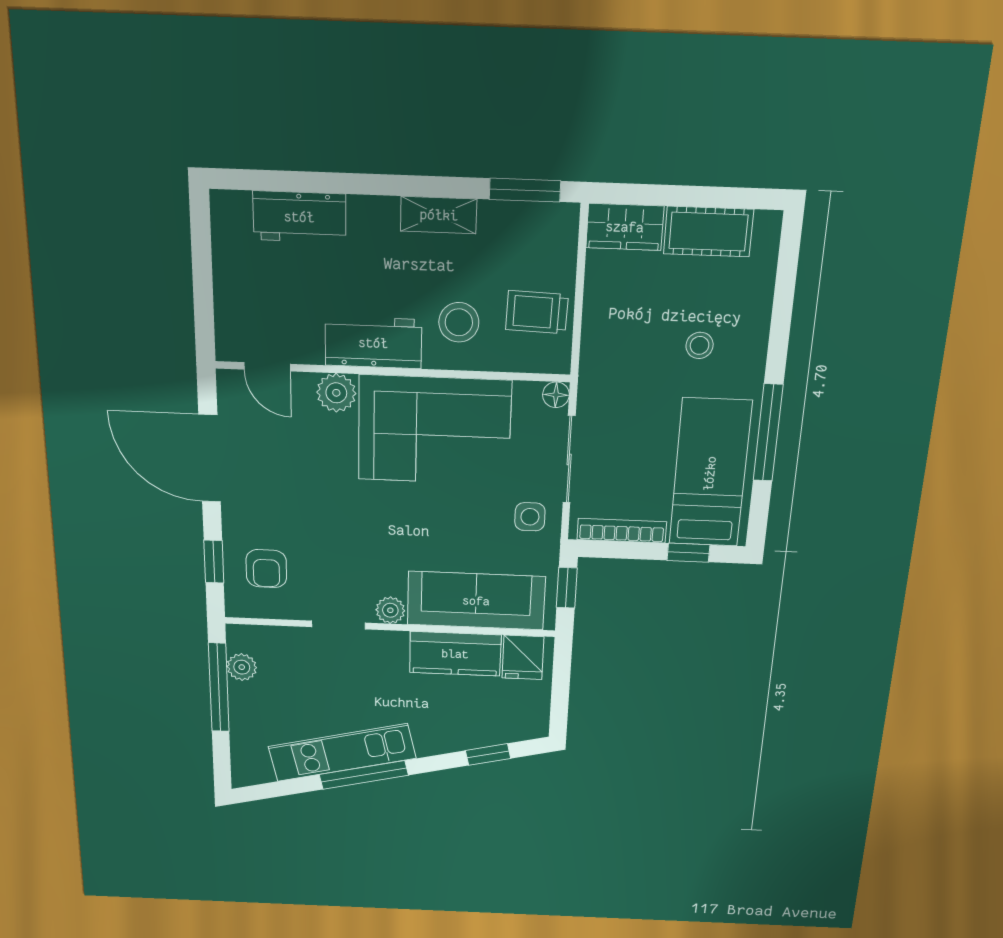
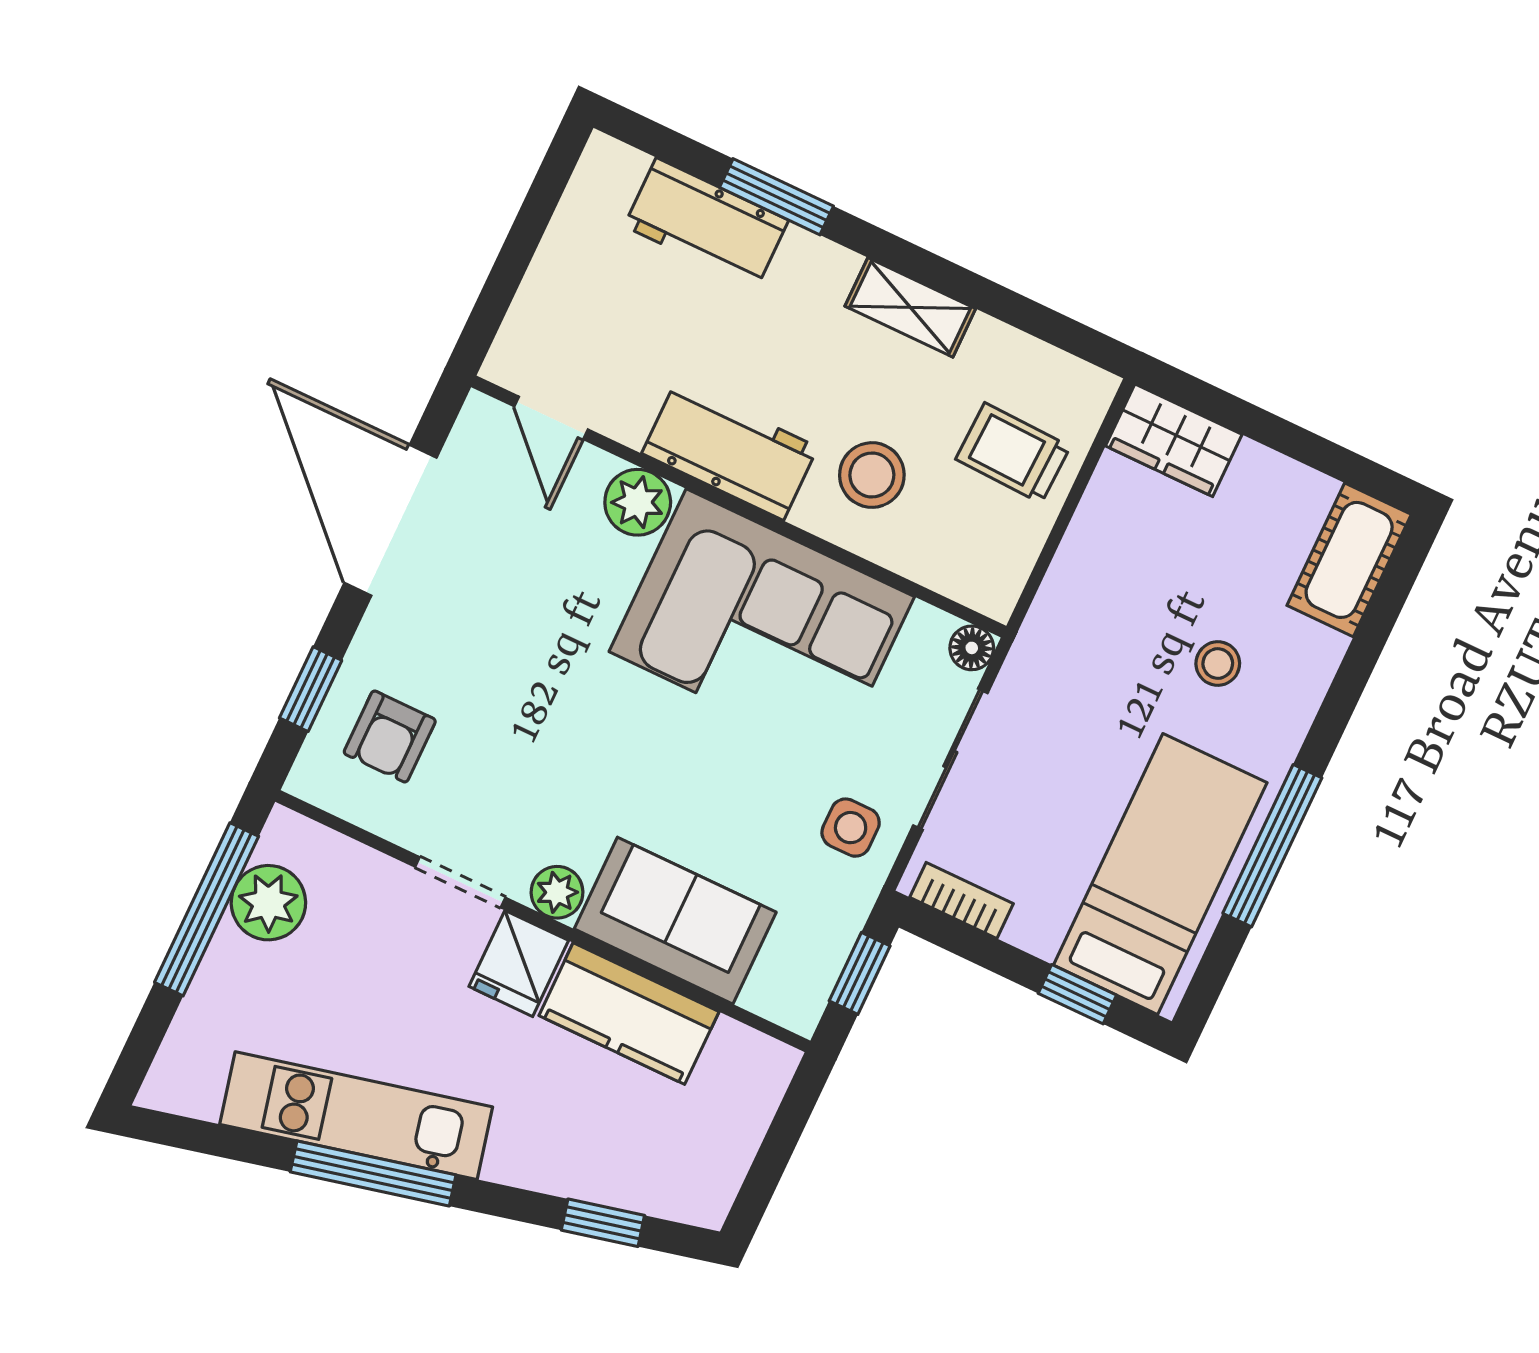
window: (525, 190) -> (776, 197), moved
cot: (708, 232) -> (1349, 560), moved, turned 90
trolley: (537, 312) -> (1013, 453), moved
bookcase: (622, 531) -> (961, 900), width x0.64
sofa: (476, 601) -> (675, 921), width x0.73
fridge: (523, 657) -> (519, 963), moved
plant: (242, 667) -> (268, 903), width x1.38, depth x1.38

